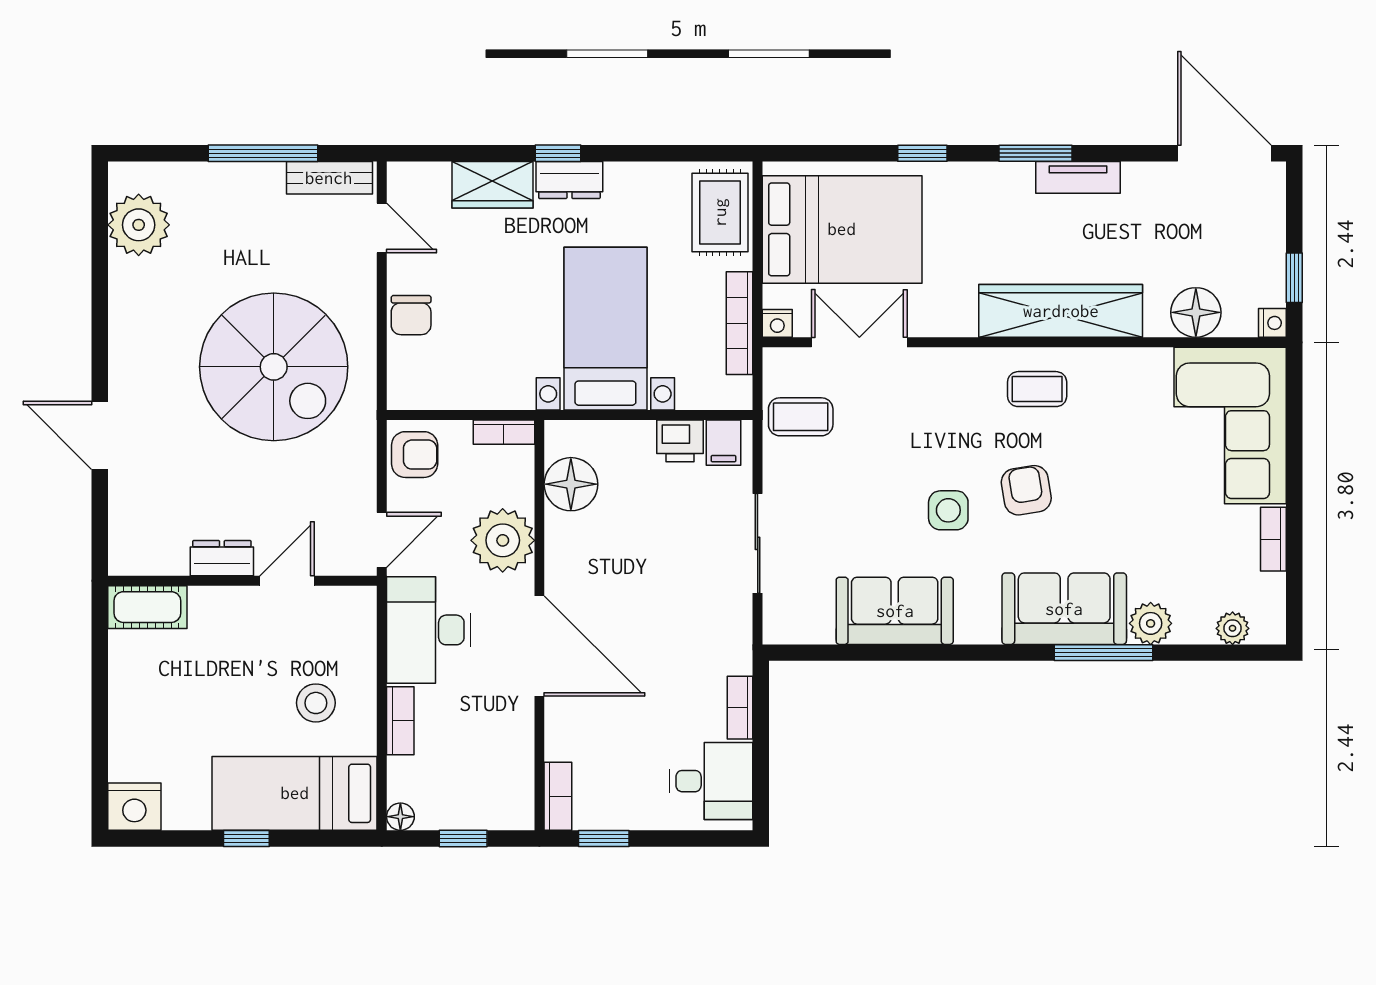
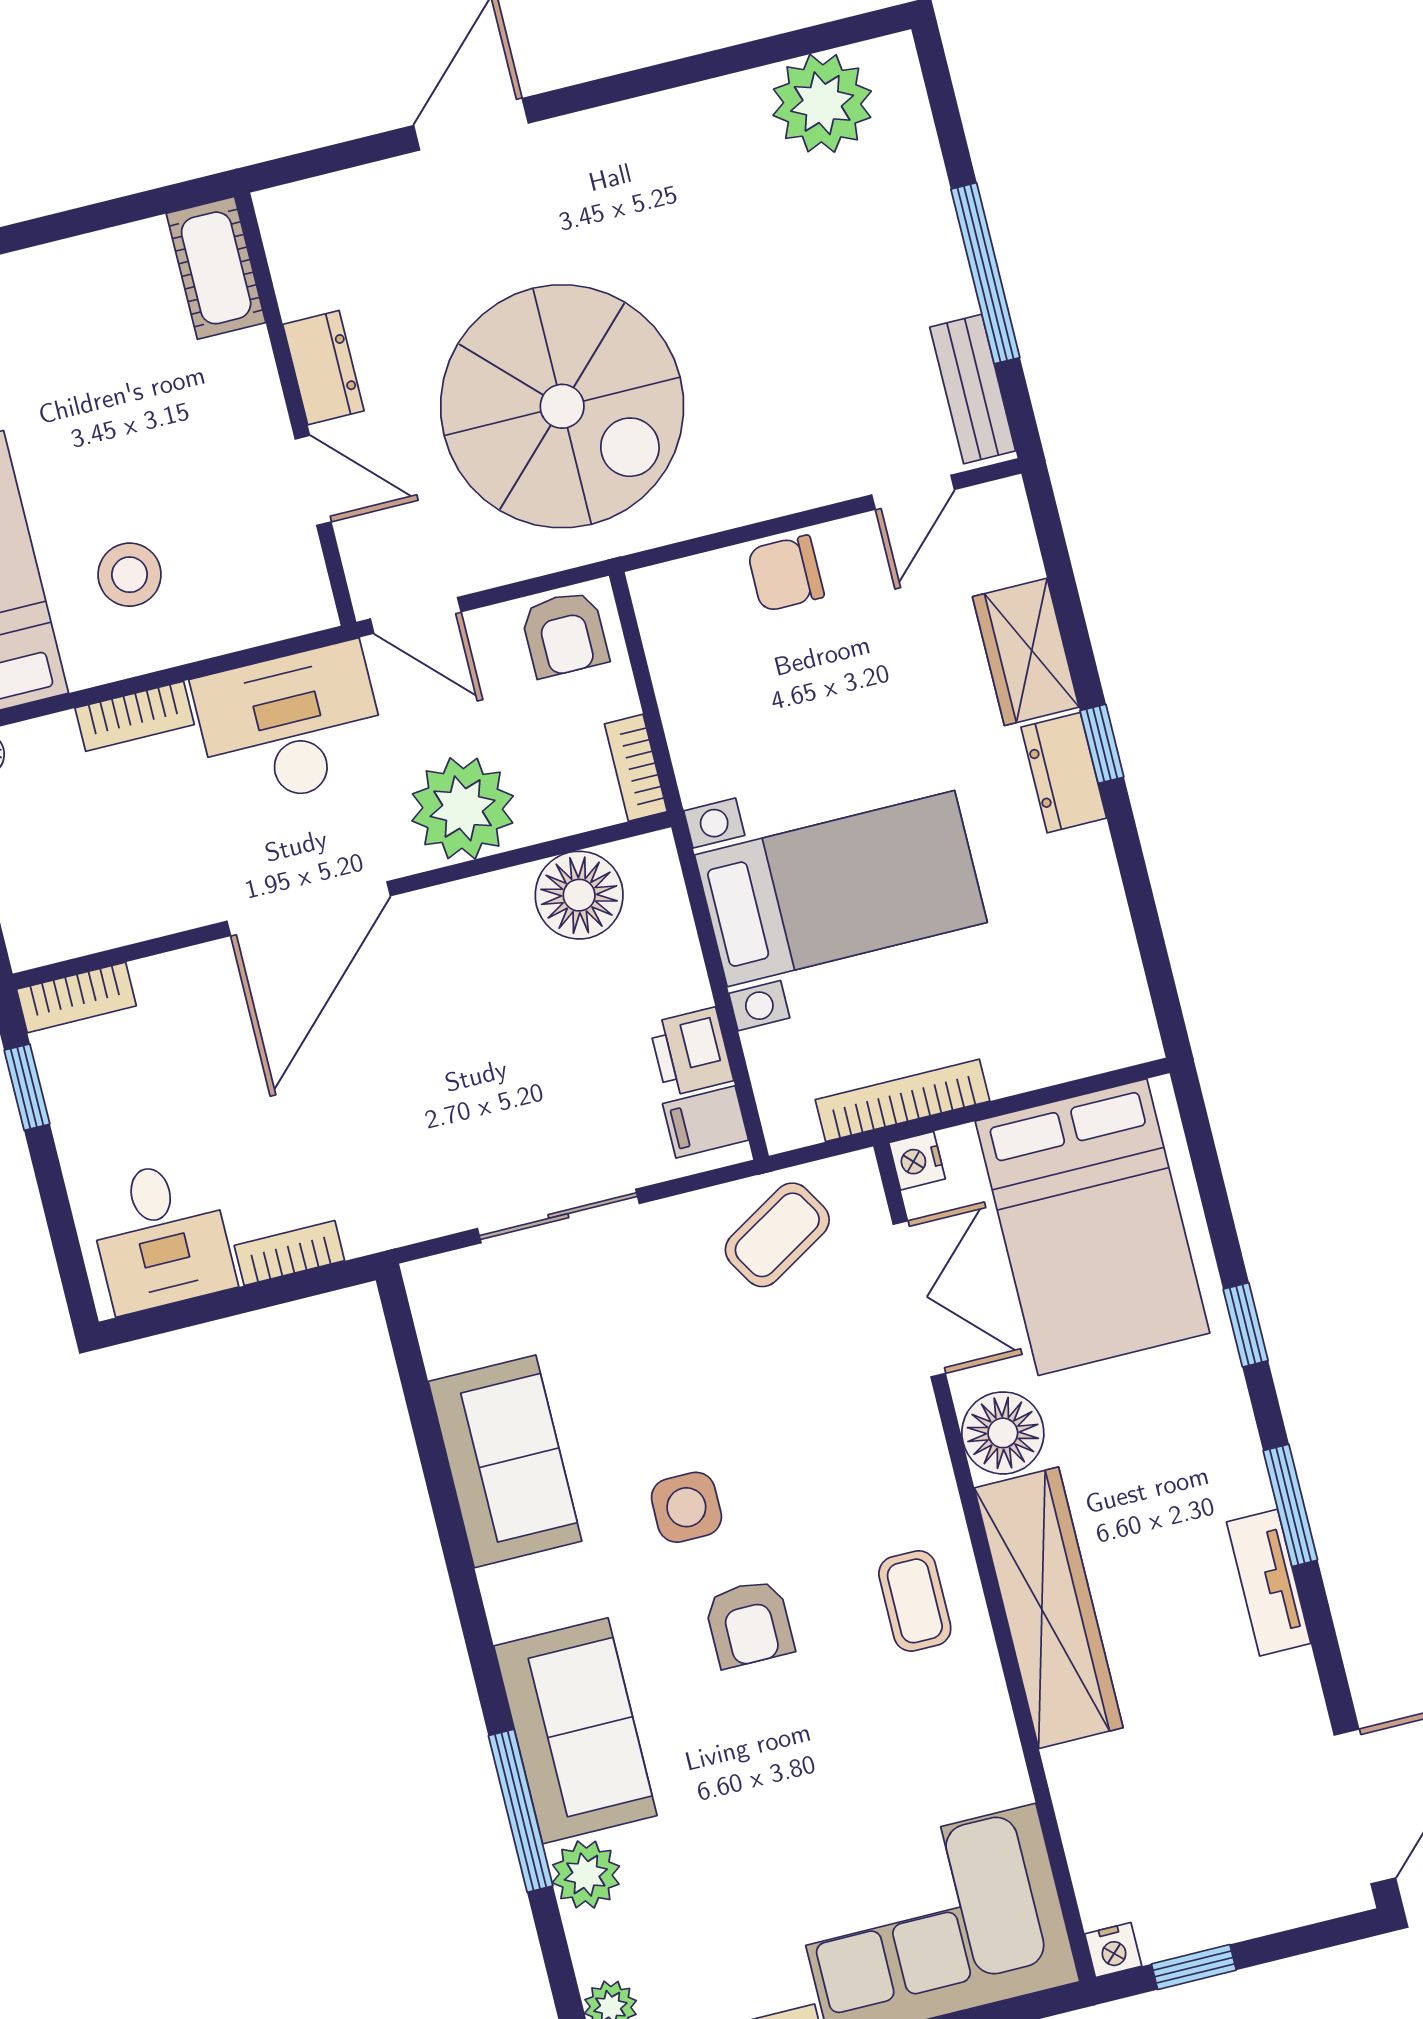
rug: (720, 212) -> (1071, 1026), removed
floor lamp: (1196, 312) -> (1003, 1433), moved
spiral stairs: (274, 367) -> (562, 406), moved, turned -90
coffee table: (801, 417) -> (777, 1235), turned 59
armchair: (1026, 490) -> (749, 1624), turned 99

